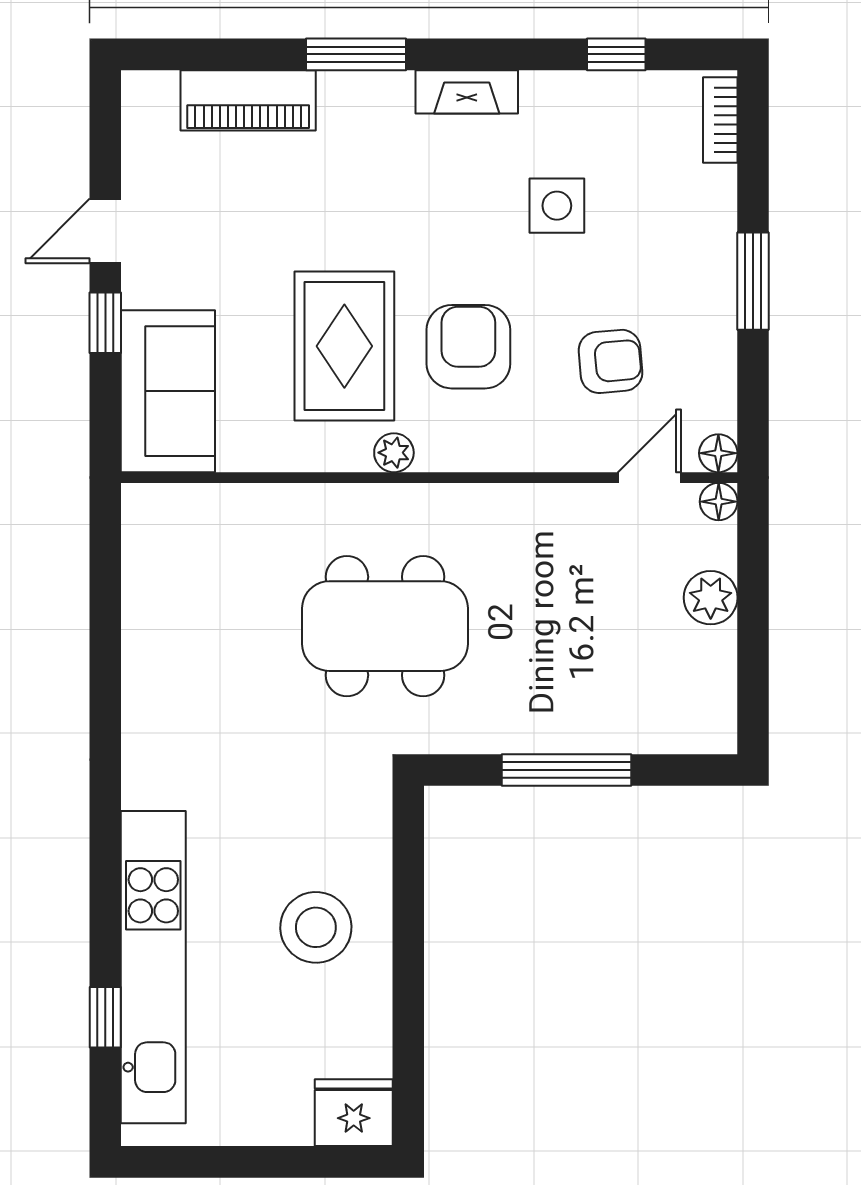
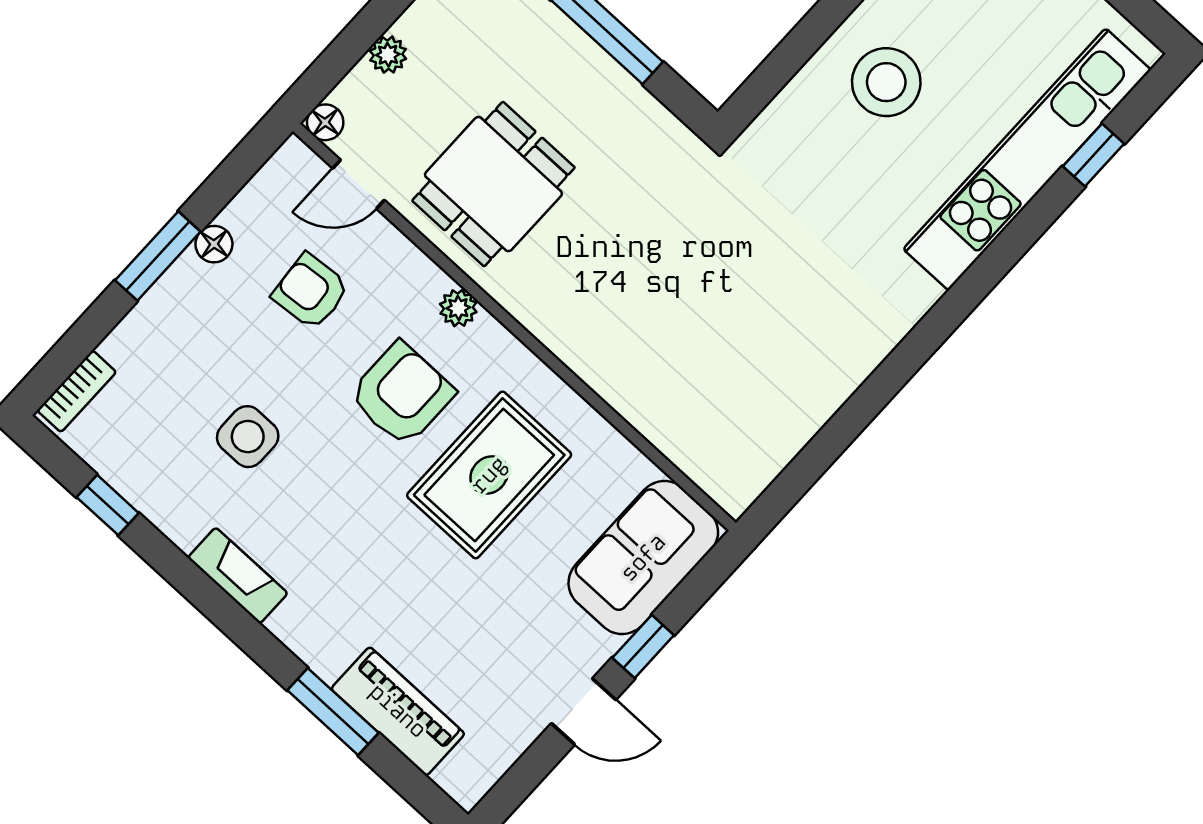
window: (356, 54) -> (333, 712), moved
armchair: (468, 347) -> (402, 394), turned 180
plant: (394, 453) -> (458, 308), moved
floor lamp: (718, 453) -> (214, 244), moved
plant: (711, 598) -> (388, 55), width x0.73, depth x0.73
dining table: (385, 626) -> (493, 184), moved, width x0.73

